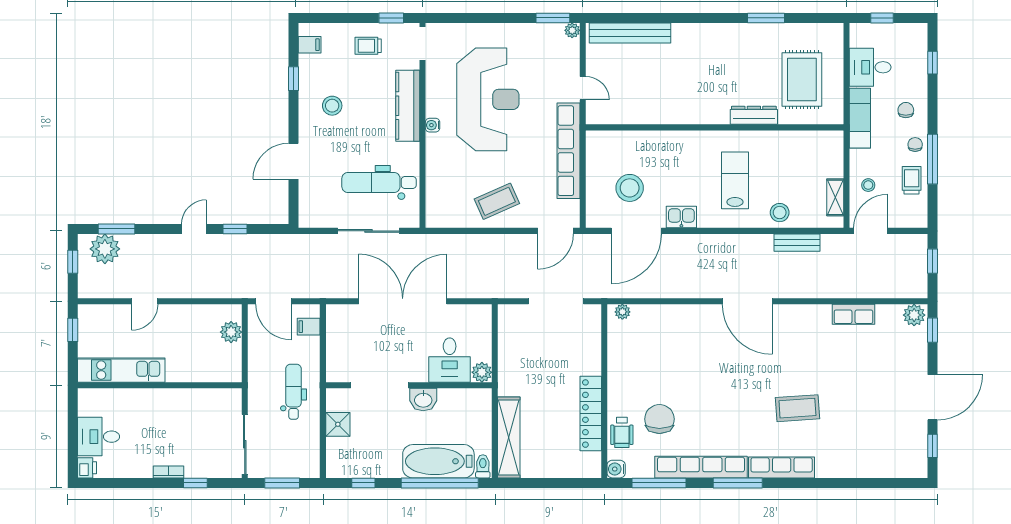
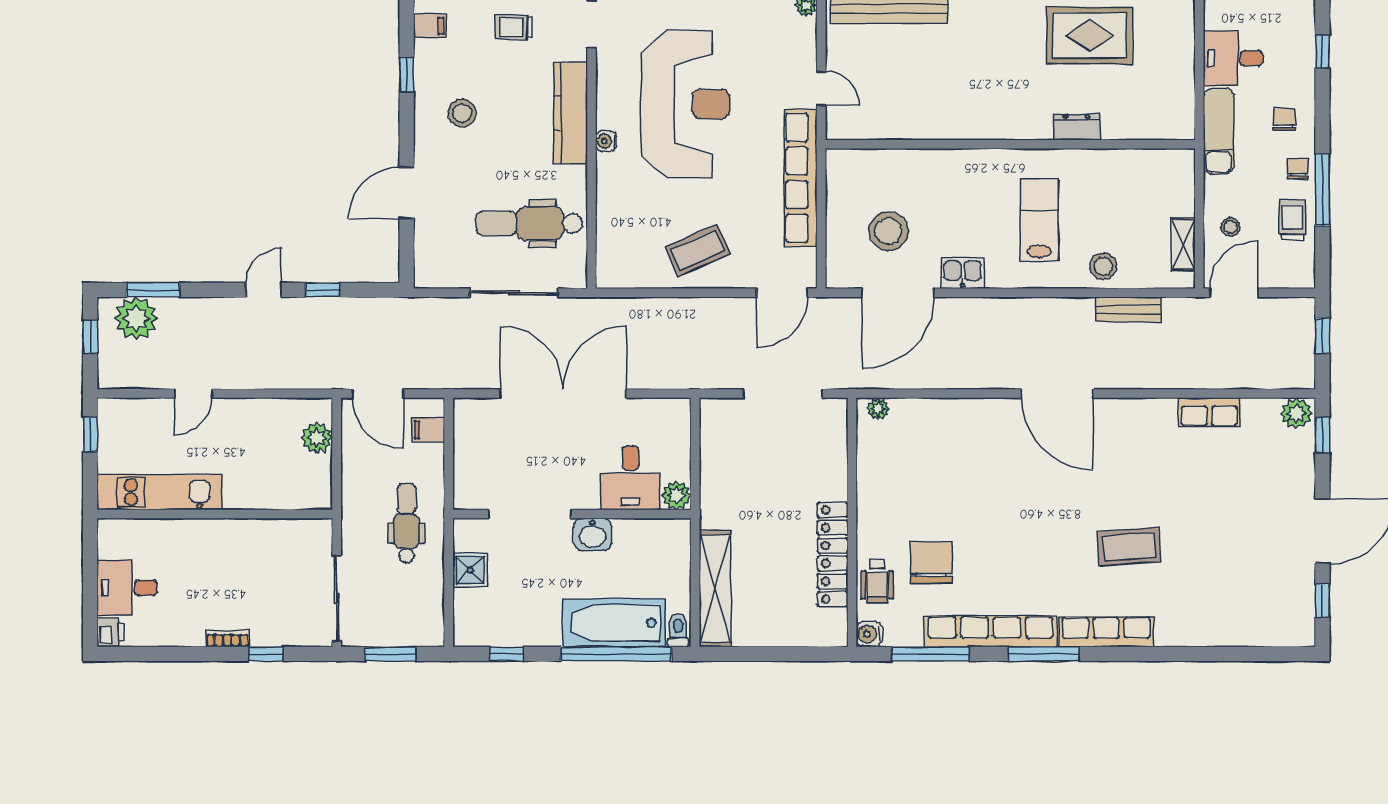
rug: (802, 80) -> (1090, 35), moved, turned 90
dresser: (754, 115) -> (1077, 127), width x0.70

